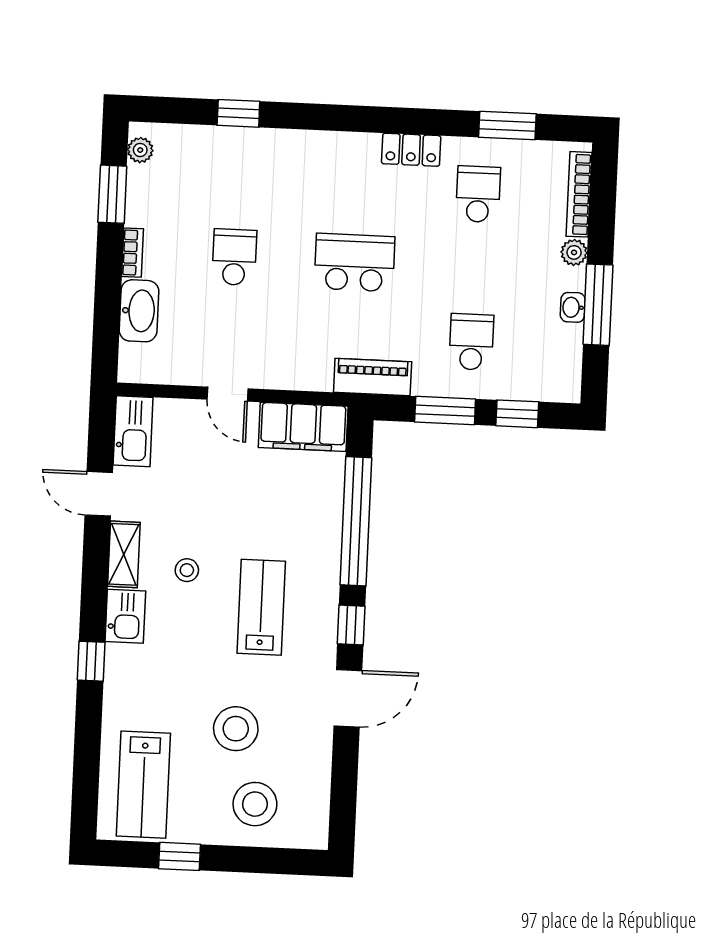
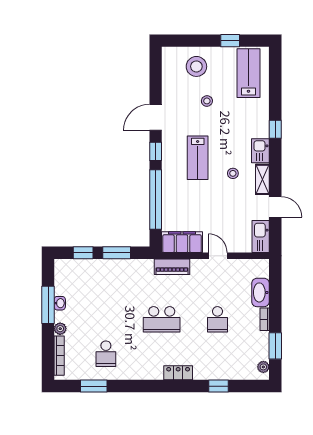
locker: (411, 150) -> (178, 373), moved
school desk: (471, 342) -> (106, 285), removed
piano: (373, 377) -> (172, 267), moved
stool: (236, 729) -> (207, 101), width x0.53, depth x0.53

